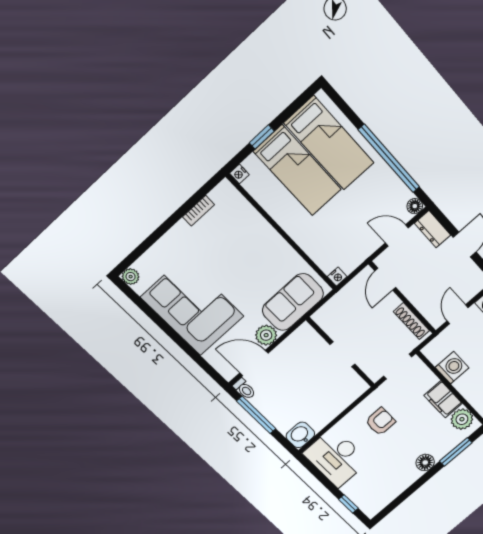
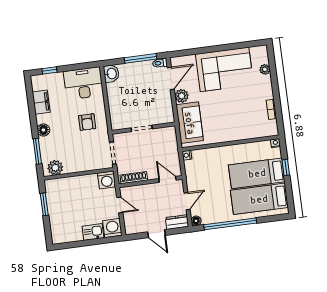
plant: (131, 277) -> (265, 69), moved
washing machine: (452, 368) -> (107, 180), moved
filing cabinet: (443, 399) -> (41, 102), moved, turned 90

